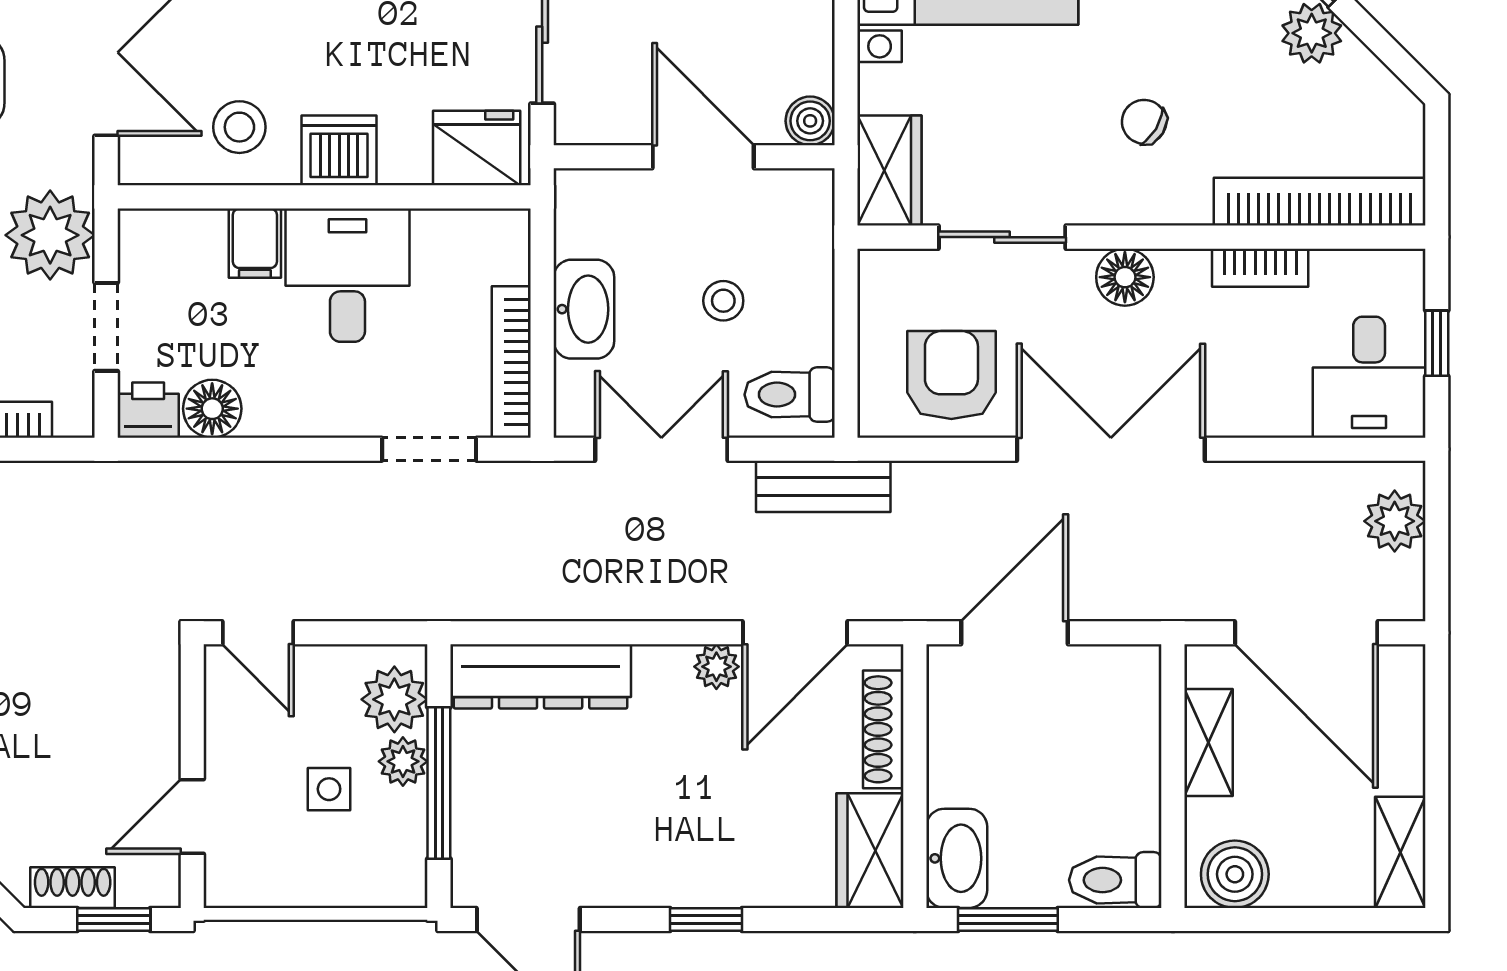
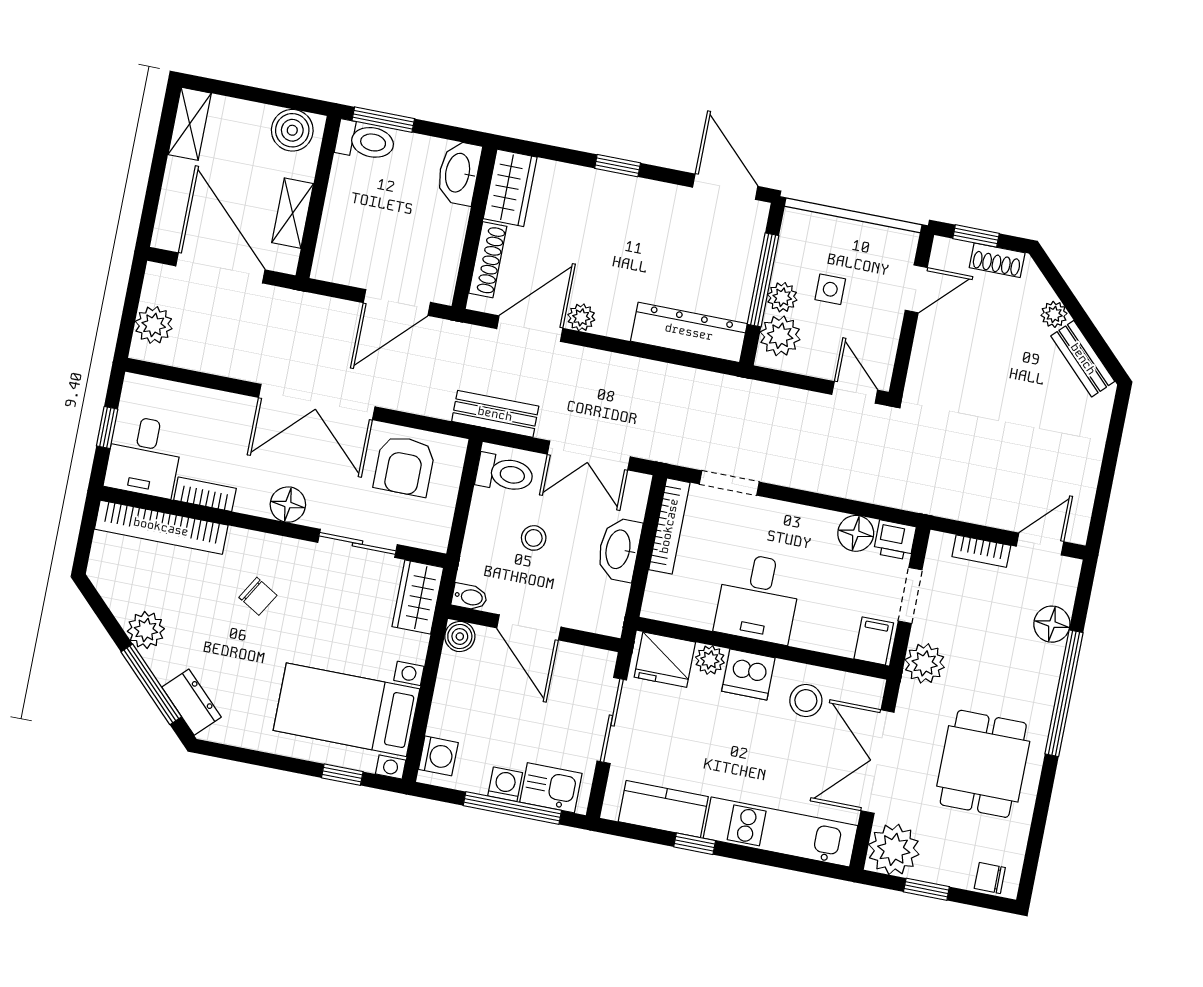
plant: (405, 162) -> (710, 660), added
bidet: (807, 187) -> (469, 597), added
plant: (50, 235) -> (925, 663), width x0.73, depth x0.73
filing cabinet: (255, 243) -> (874, 641), moved
desk: (1369, 377) -> (144, 456), moved, turned 180
window: (1008, 920) -> (383, 120), moved

